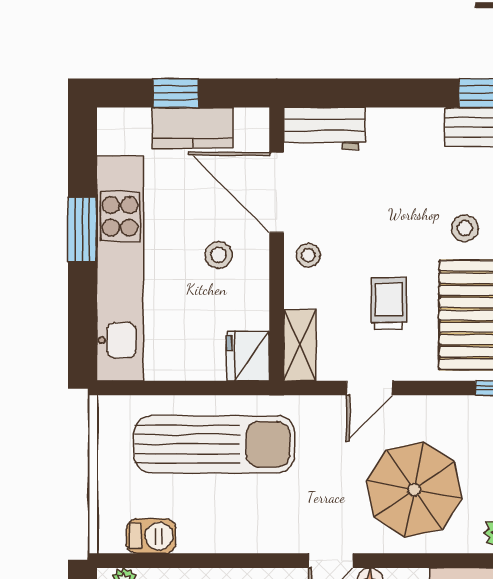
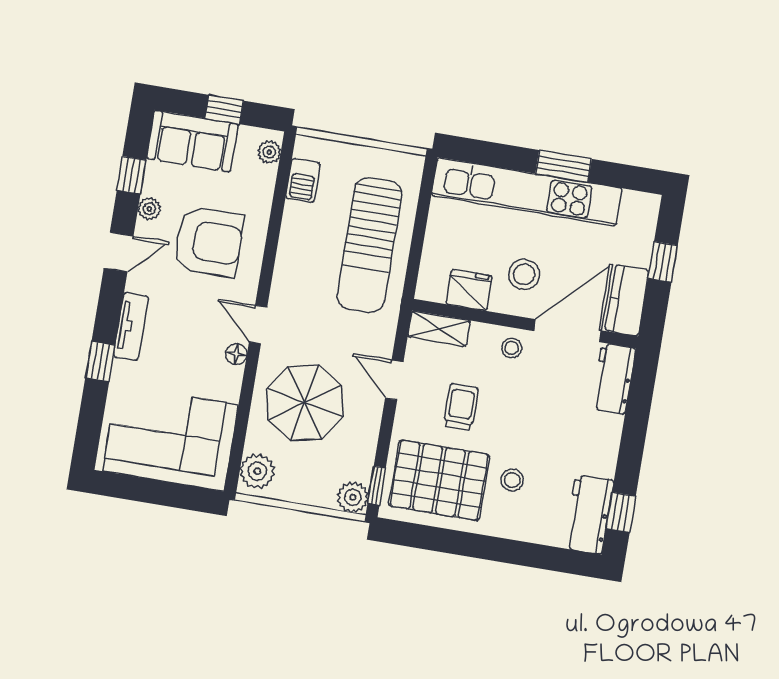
kitchen counter: (193, 128) -> (627, 300), moved
stool: (218, 255) -> (524, 274), width x1.37, depth x1.37
trolley: (389, 304) -> (461, 407), turned -90
fridge: (248, 356) -> (469, 290), moved

